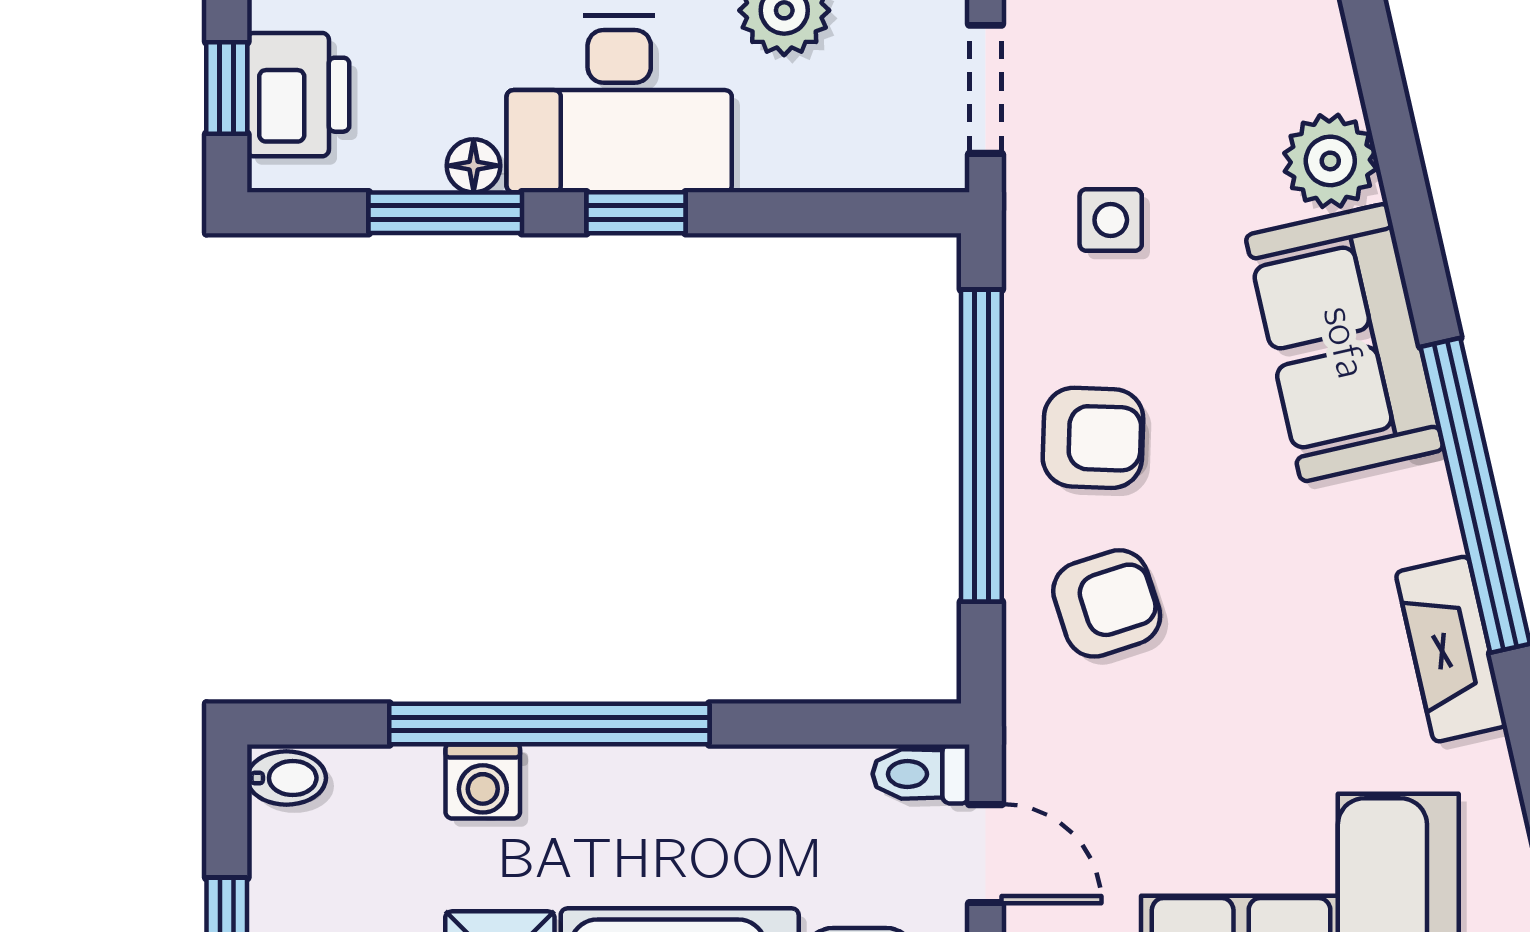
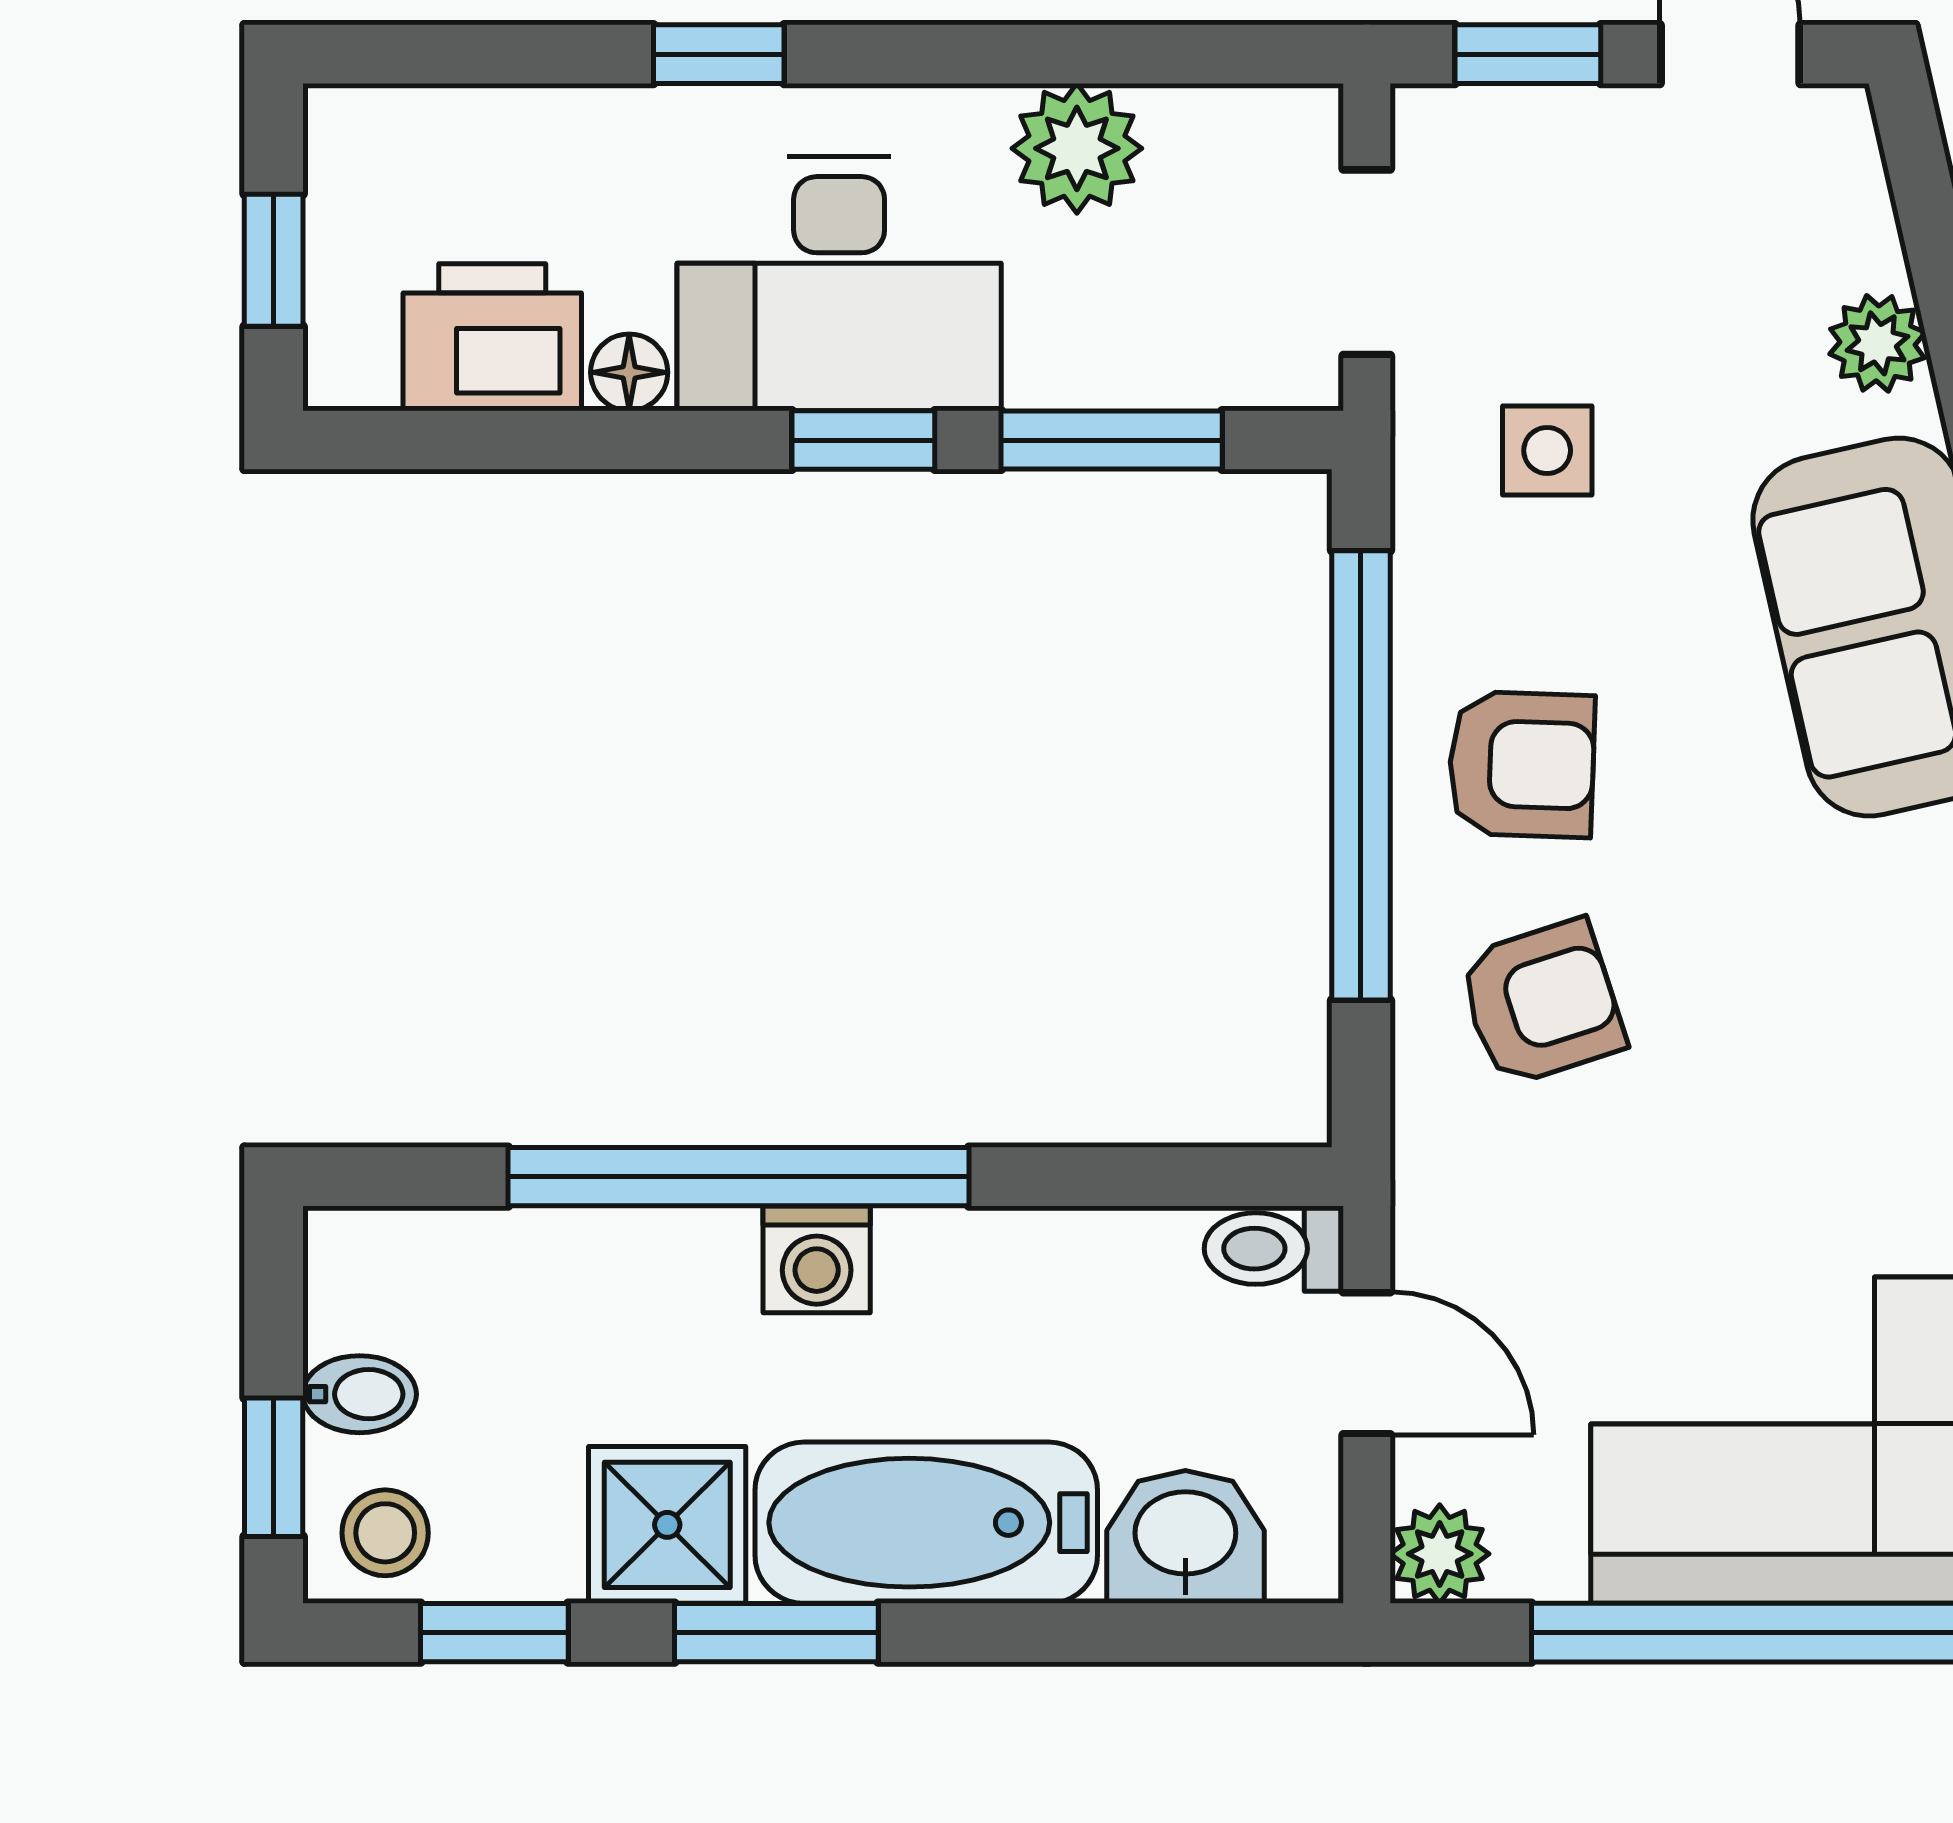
printer: (298, 95) -> (492, 337), moved, turned -90
plant: (1330, 161) -> (1877, 343), width x0.73, depth x0.73
window: (445, 213) -> (1112, 440), moved
bidet: (286, 778) -> (360, 1394), moved
washing machine: (483, 781) -> (817, 1259), moved

